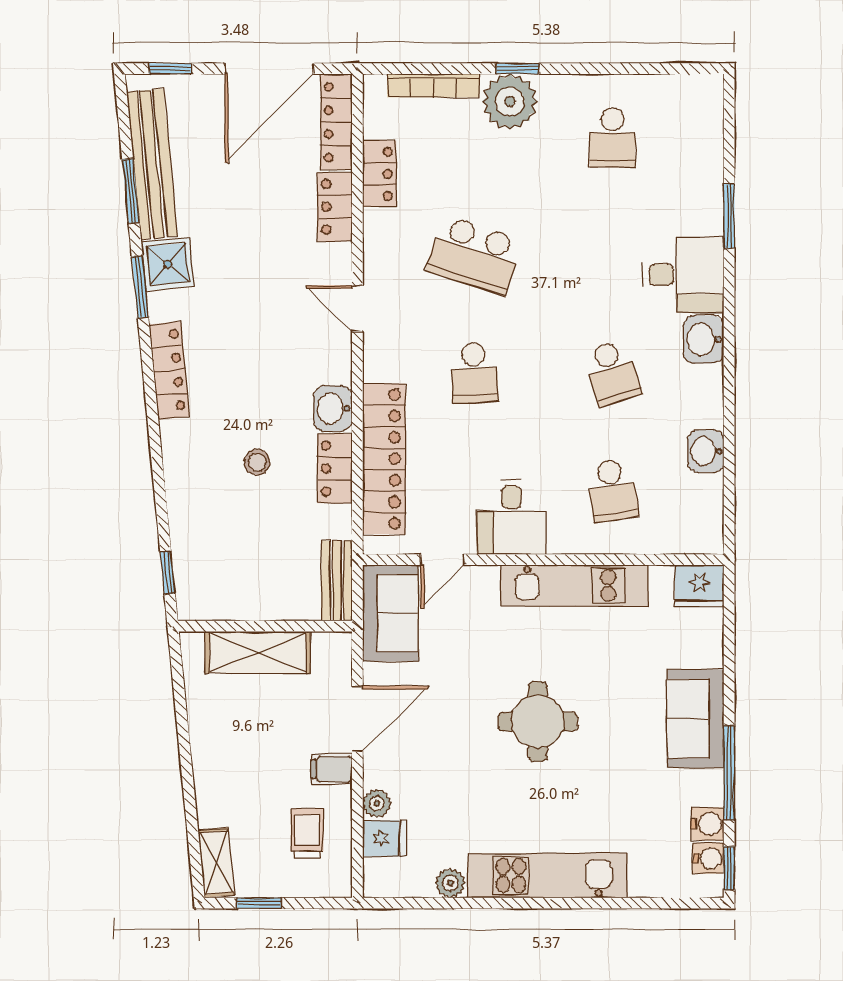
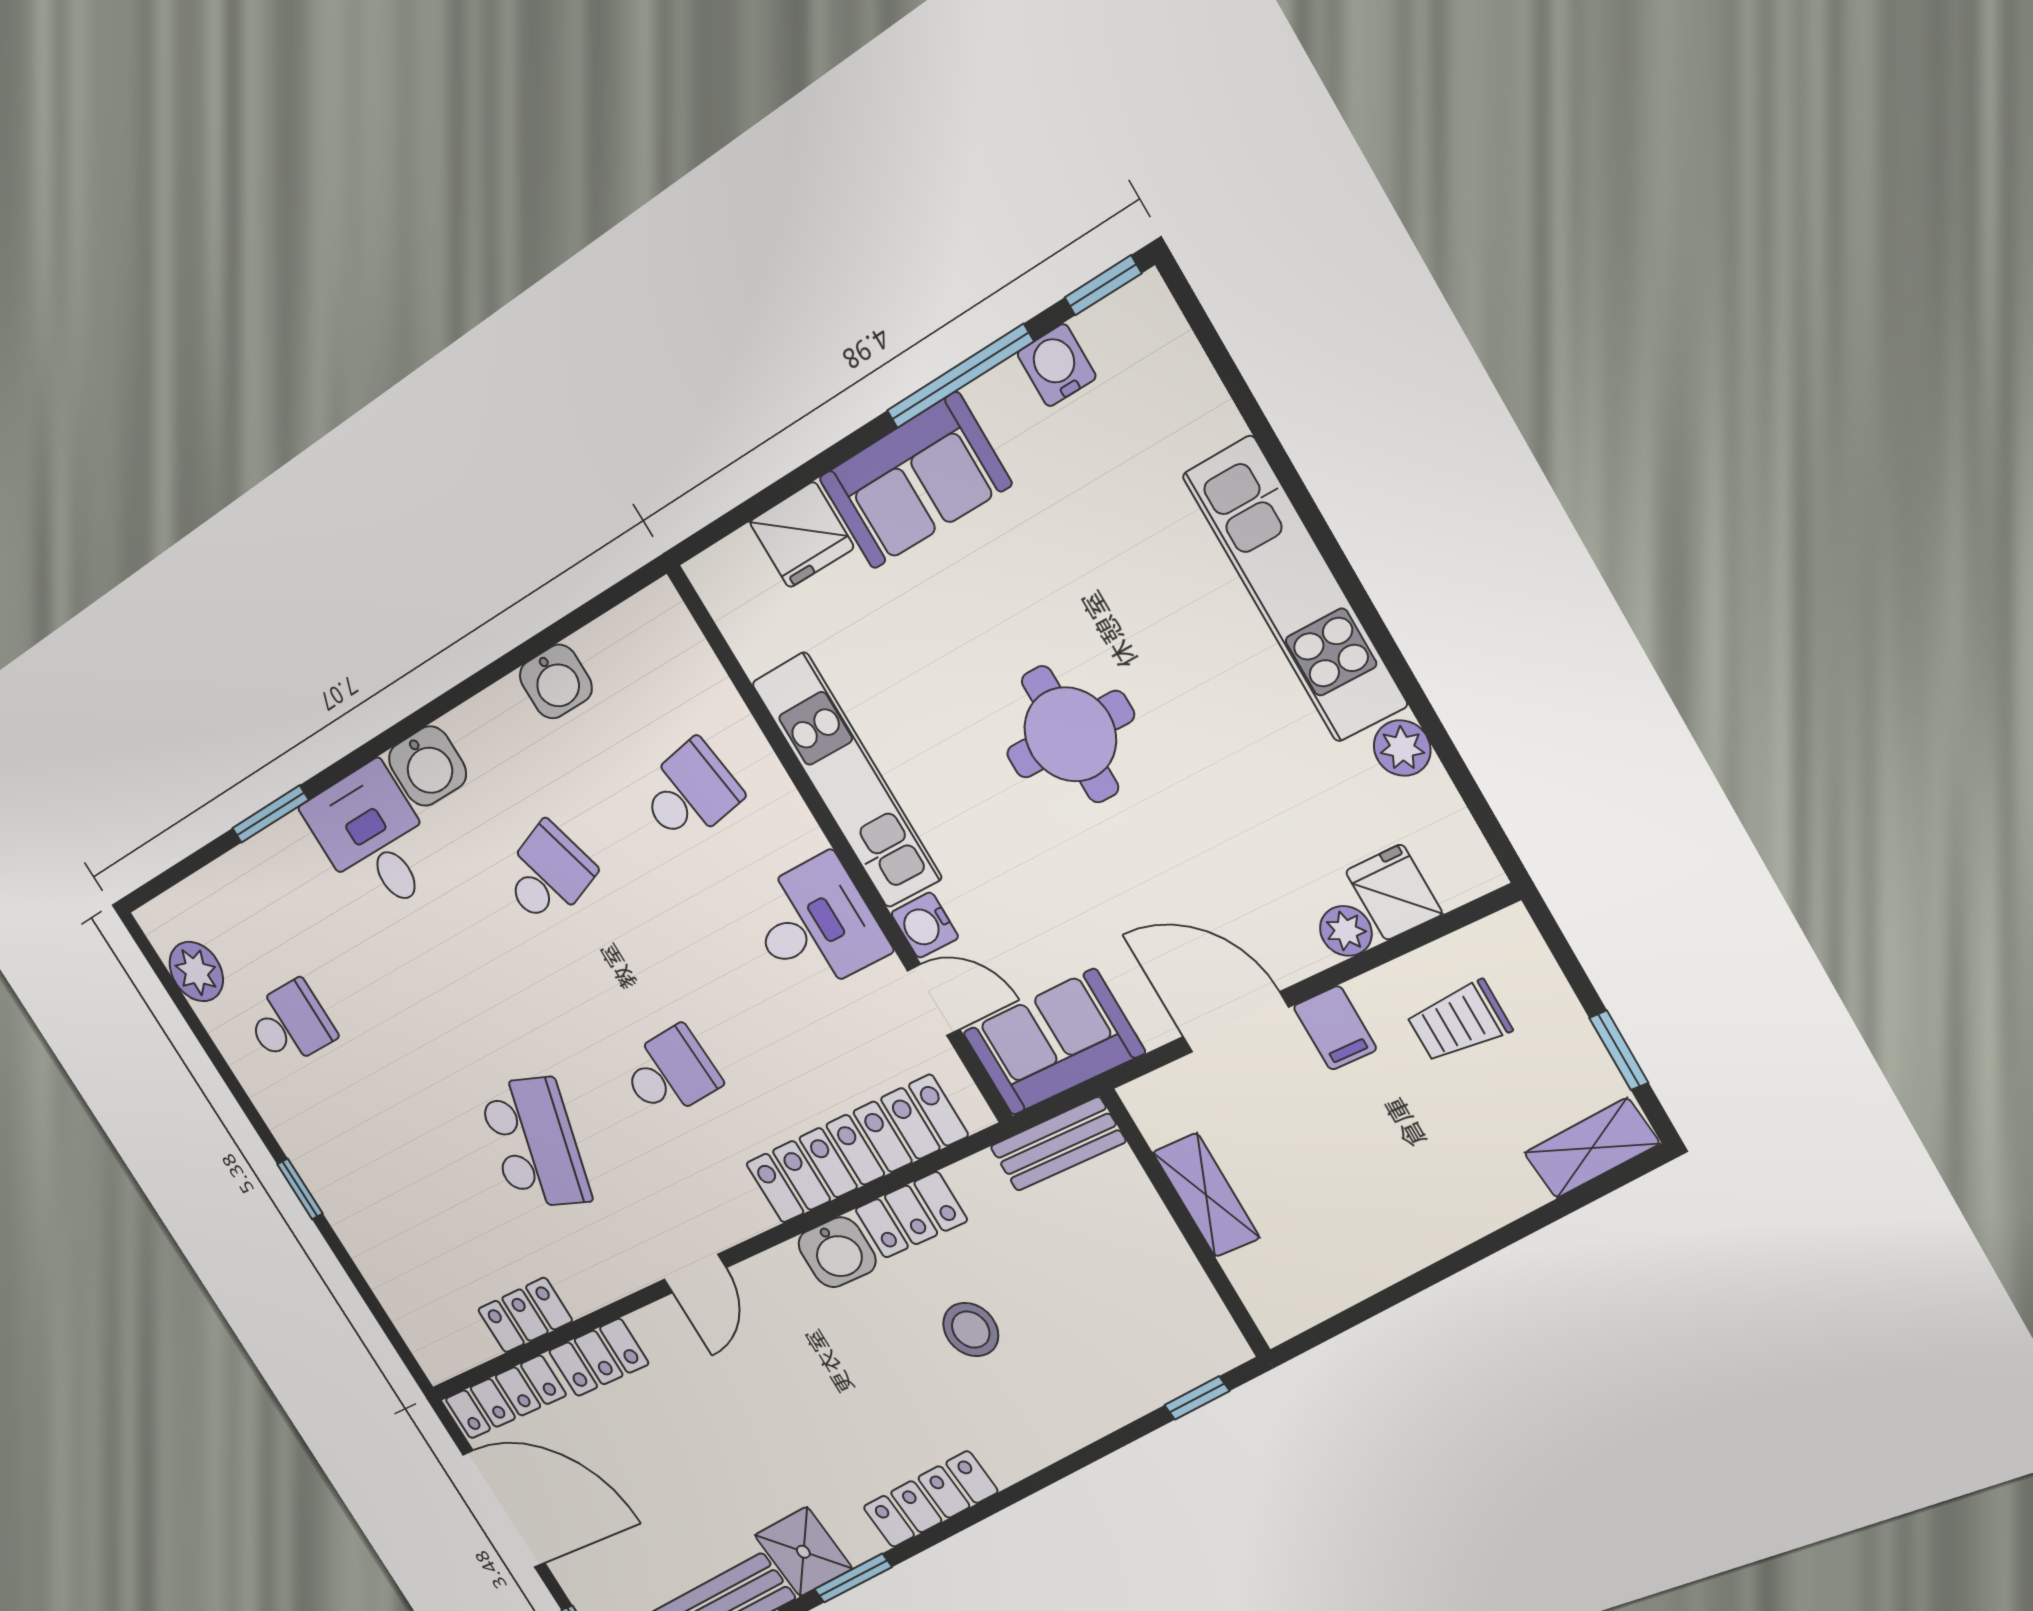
bookcase: (433, 86) -> (387, 1290), removed
plant: (510, 101) -> (196, 972), moved, width x0.73, depth x0.73
stool: (257, 462) -> (971, 1330), width x1.37, depth x1.37
fridge: (699, 586) -> (802, 535), moved, turned 90
shelving: (258, 652) -> (1206, 1195), width x0.67, depth x0.75
water cooler: (708, 858) -> (925, 925), moved, turned -90

